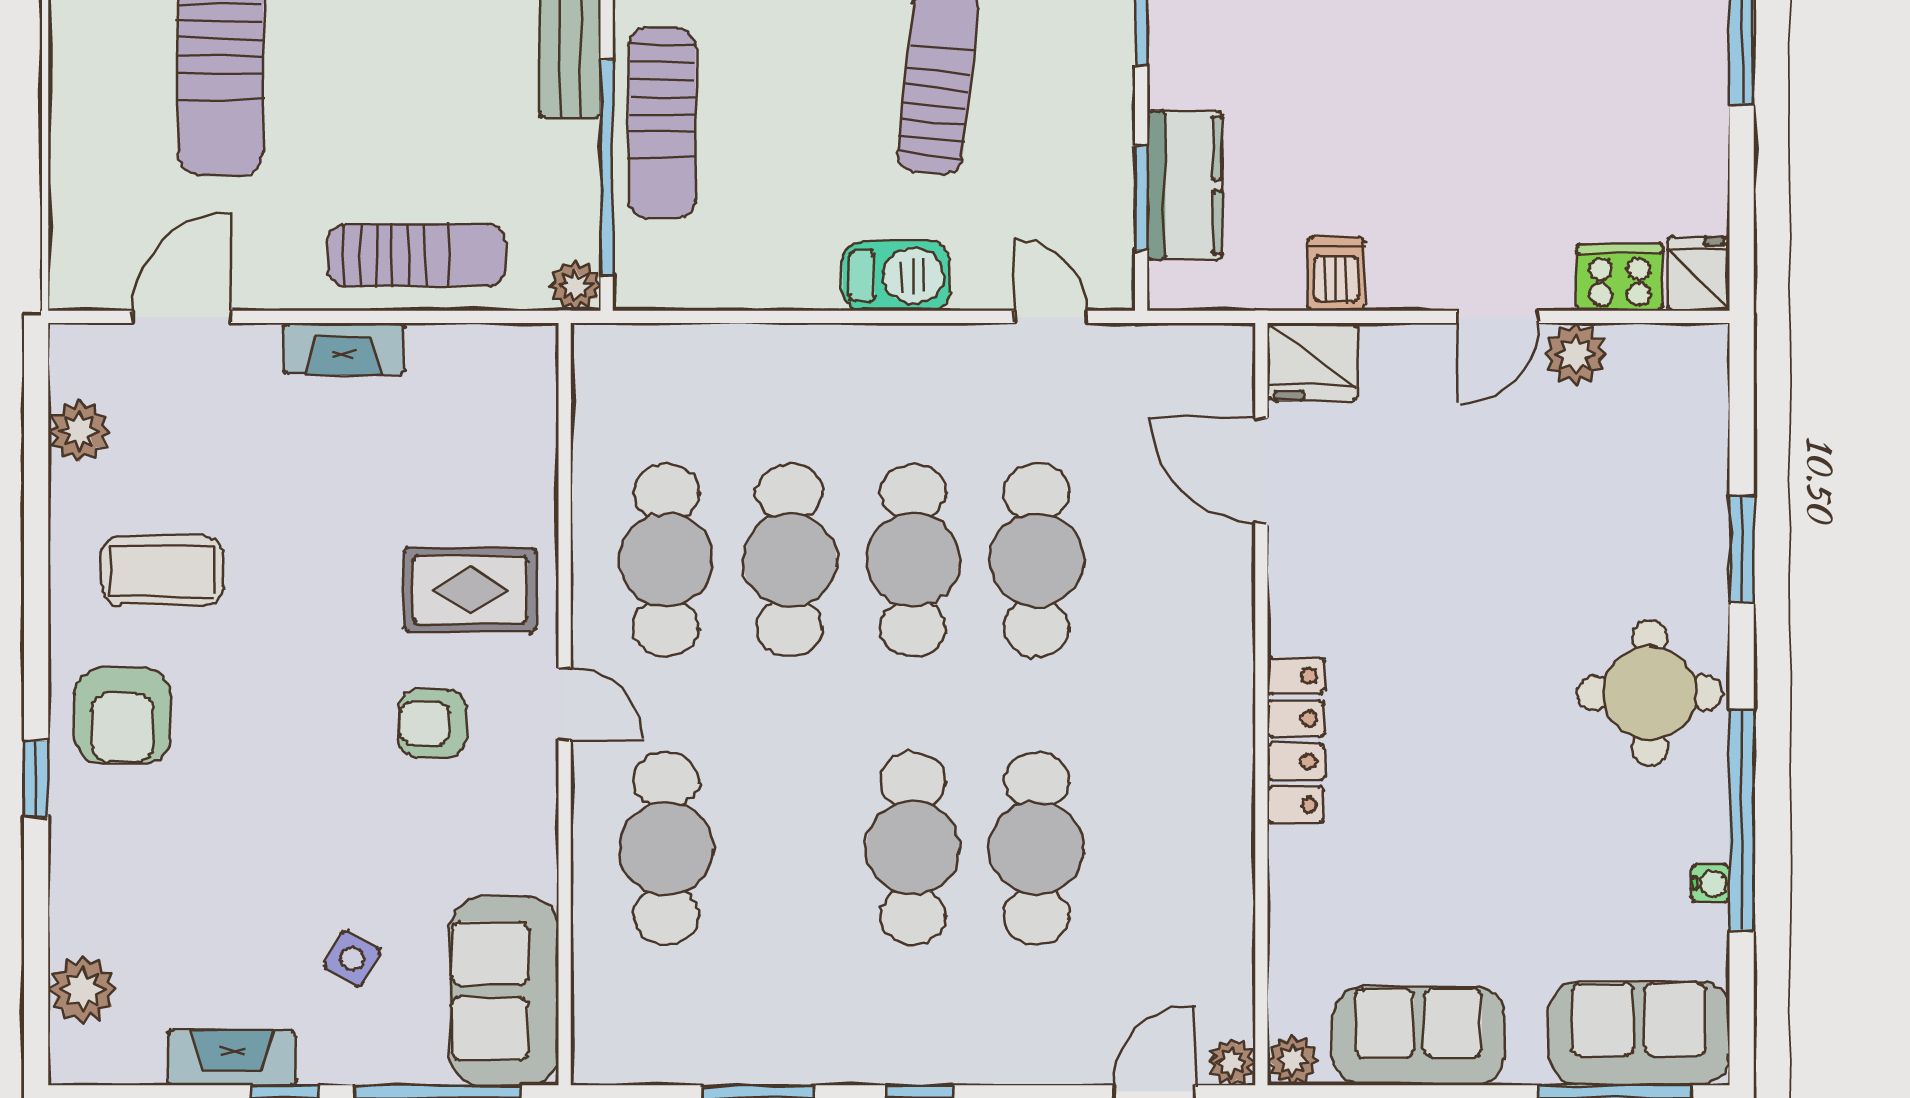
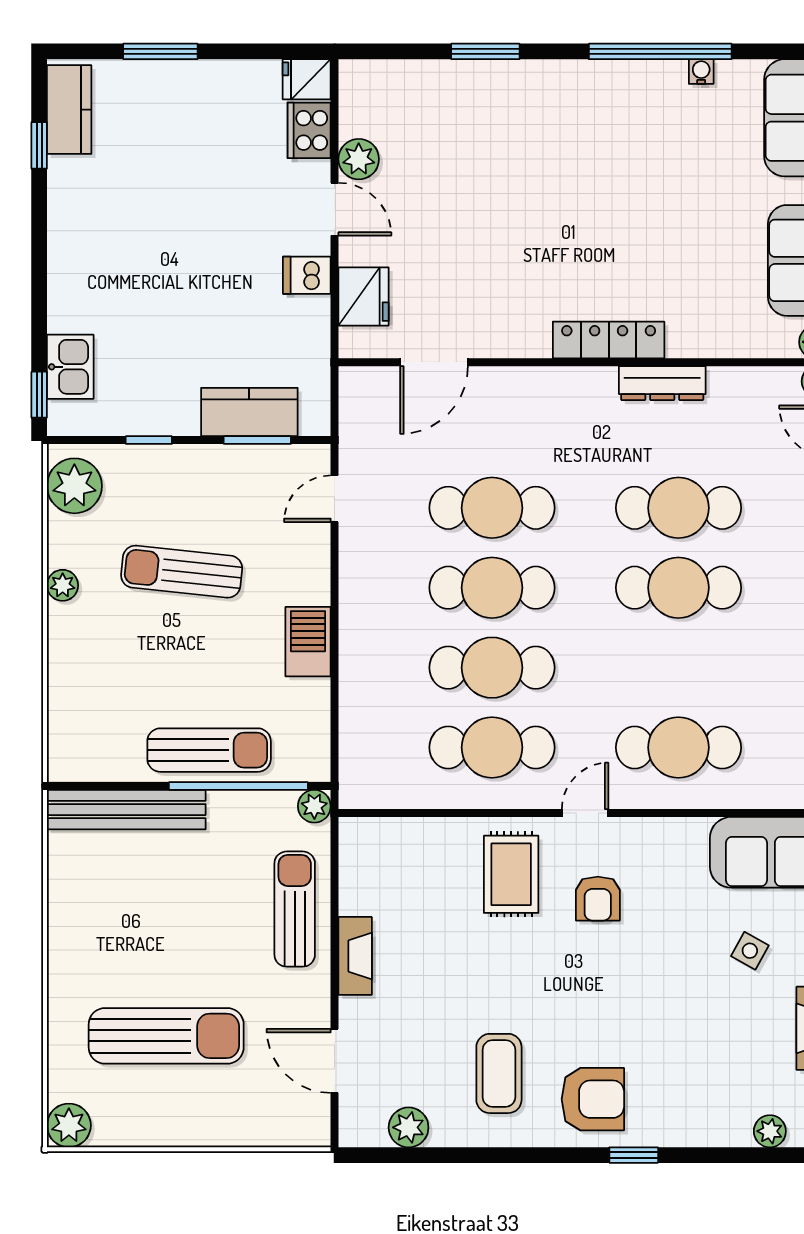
dishwasher: (1336, 274) -> (307, 275), moved
barbecue: (896, 276) -> (308, 642), moved
fridge: (1312, 362) -> (364, 296), moved
round table: (1650, 693) -> (578, 111), removed
dresser: (1229, 823) -> (662, 383), added
plant: (82, 989) -> (770, 1131), width x0.73, depth x0.73

